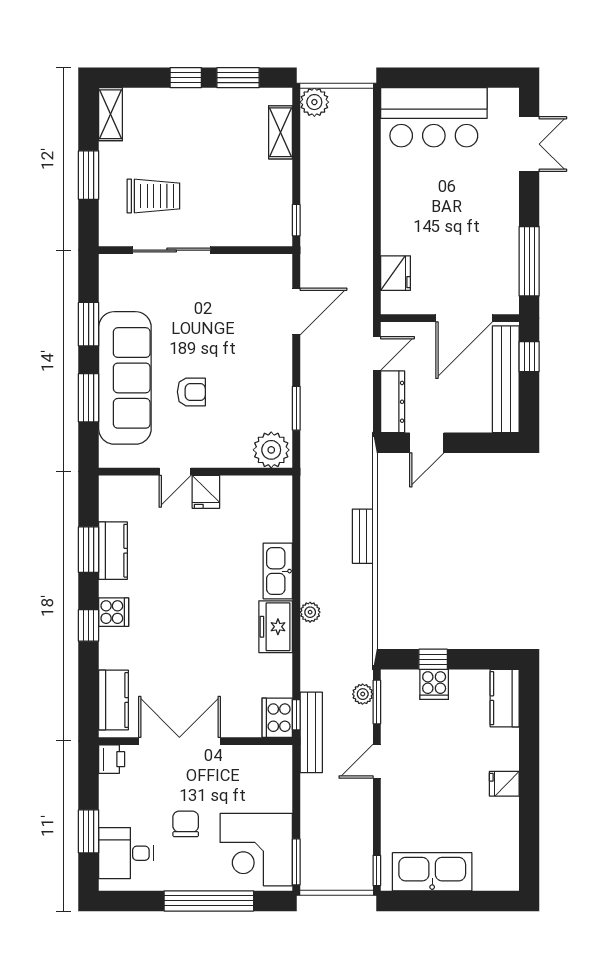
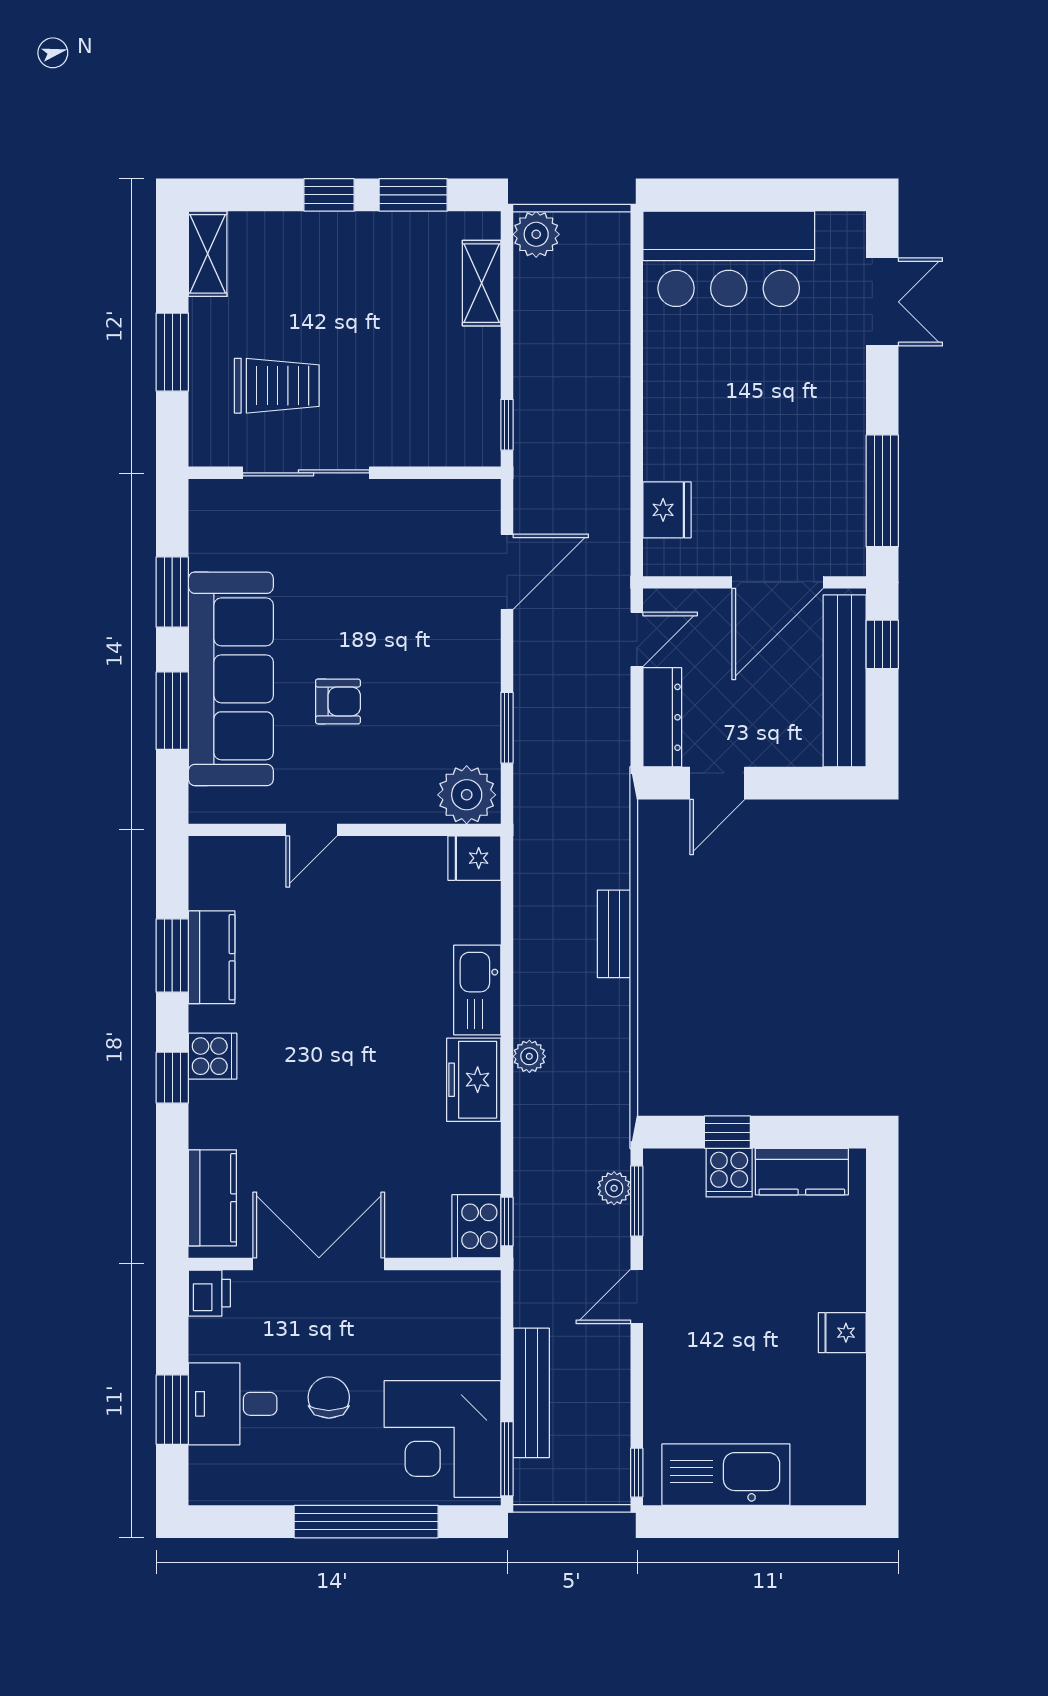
fridge: (206, 492) -> (474, 858), moved, turned 90
kitchen counter: (505, 698) -> (802, 1172), moved, turned -90
bench: (311, 732) -> (531, 1393), moved
desk: (126, 853) -> (233, 1404), moved

